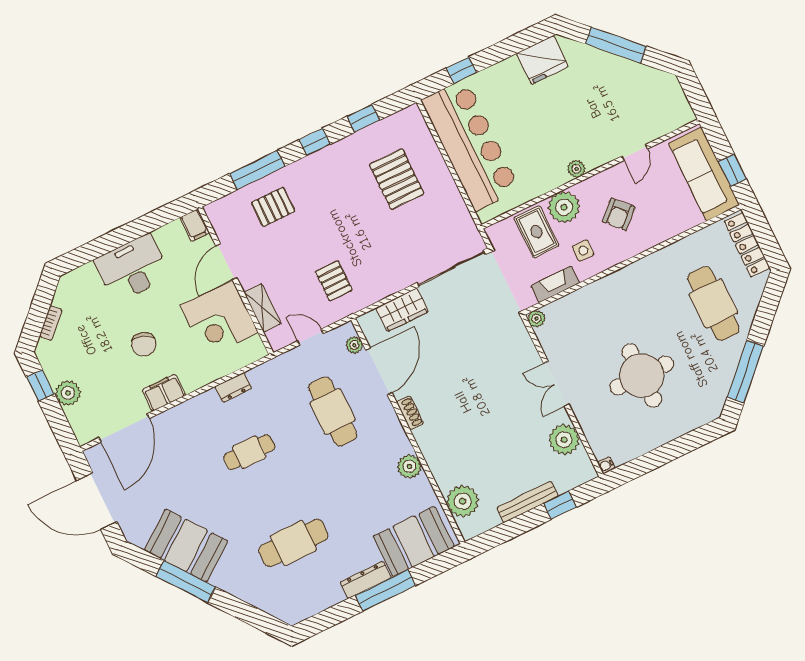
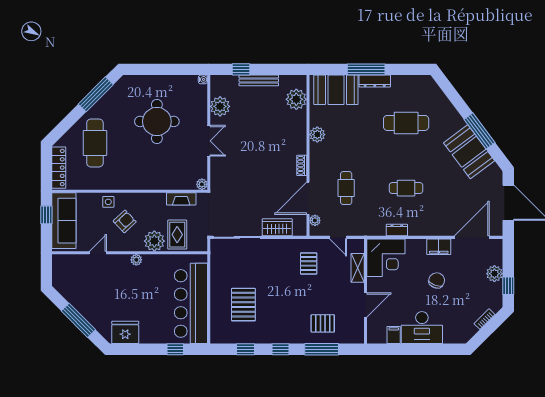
filing cabinet: (195, 225) -> (394, 335), moved
side table: (583, 251) -> (108, 202), moved
corner desk: (219, 319) -> (386, 258), moved, turned 90
cafe table: (333, 411) -> (346, 188), width x0.73, depth x0.74

